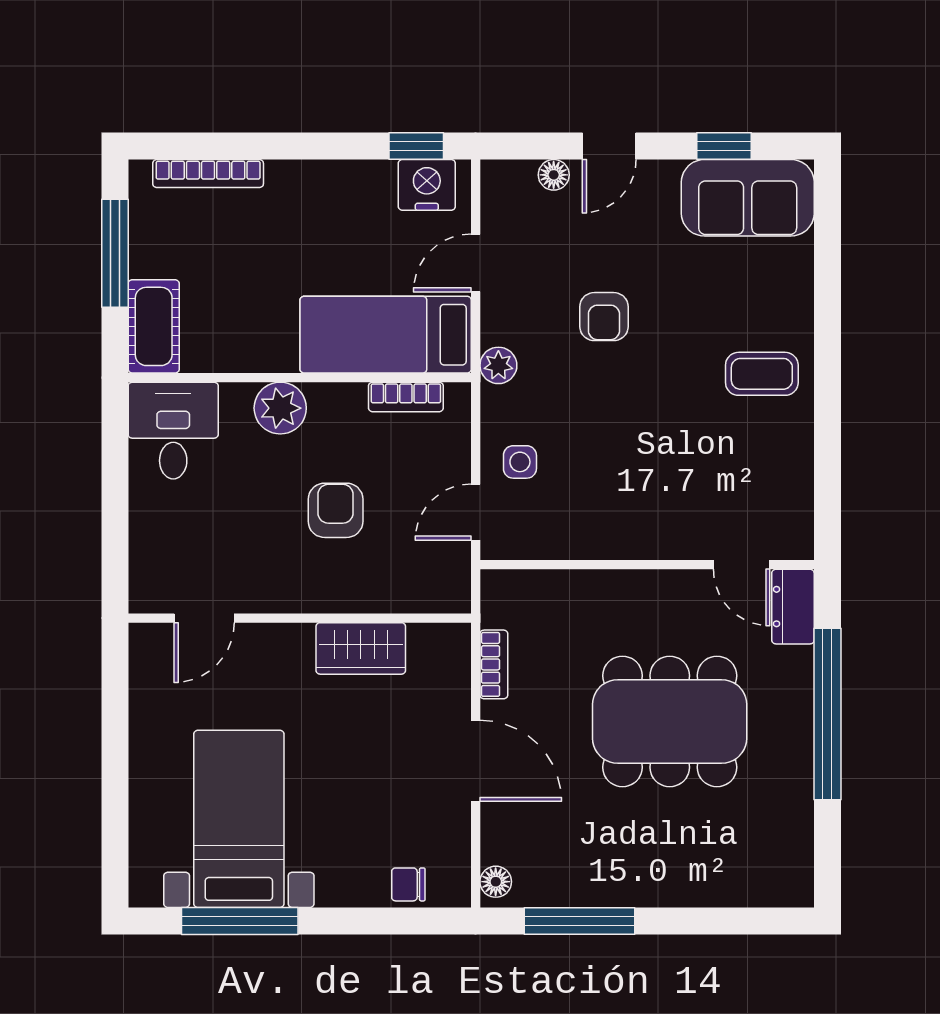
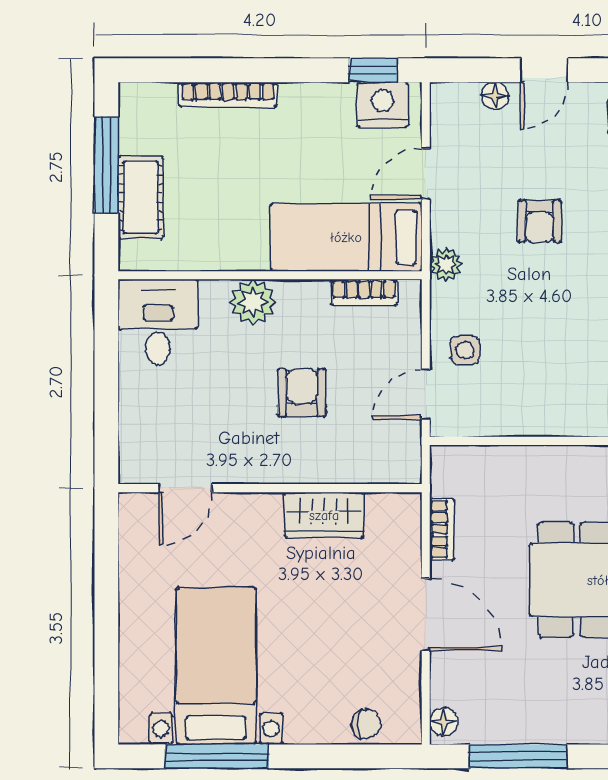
bookcase: (208, 174) -> (228, 95), moved
cot: (154, 326) -> (141, 197), moved
chair: (408, 884) -> (366, 724), turned 180

